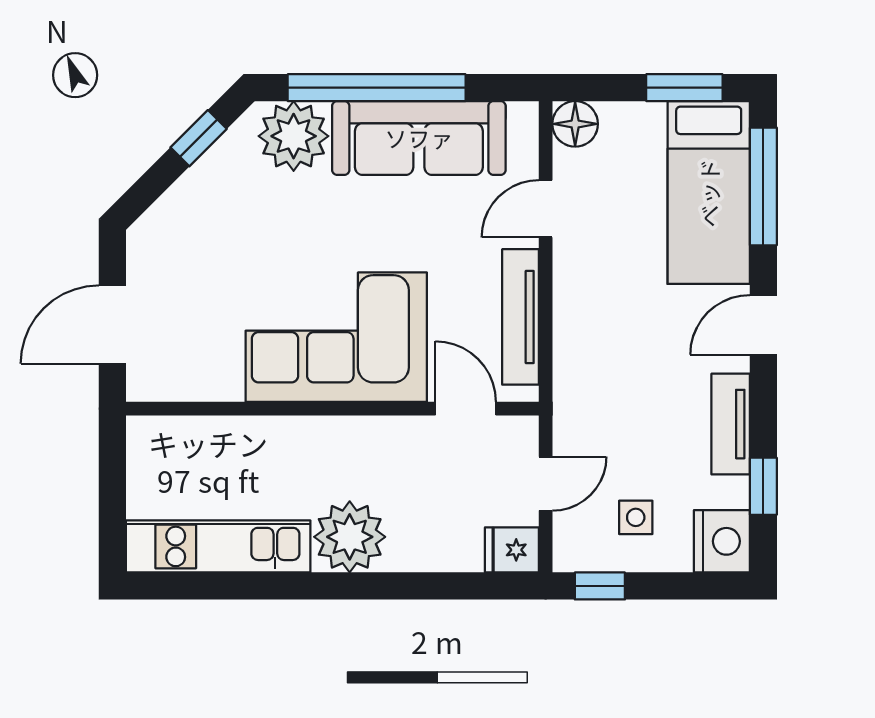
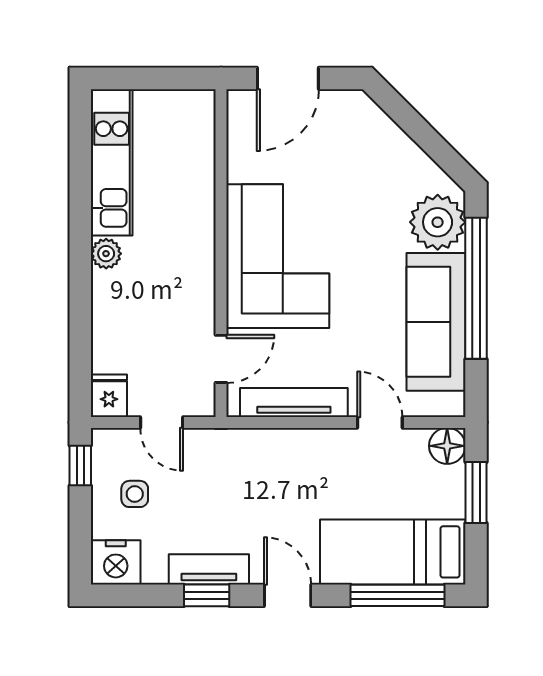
window: (684, 88) -> (476, 493), moved
window: (199, 138) -> (436, 147), removed
door: (112, 325) -> (288, 78), swing flipped
window: (763, 486) -> (207, 595), moved
plant: (350, 537) -> (106, 254), width x0.53, depth x0.53

